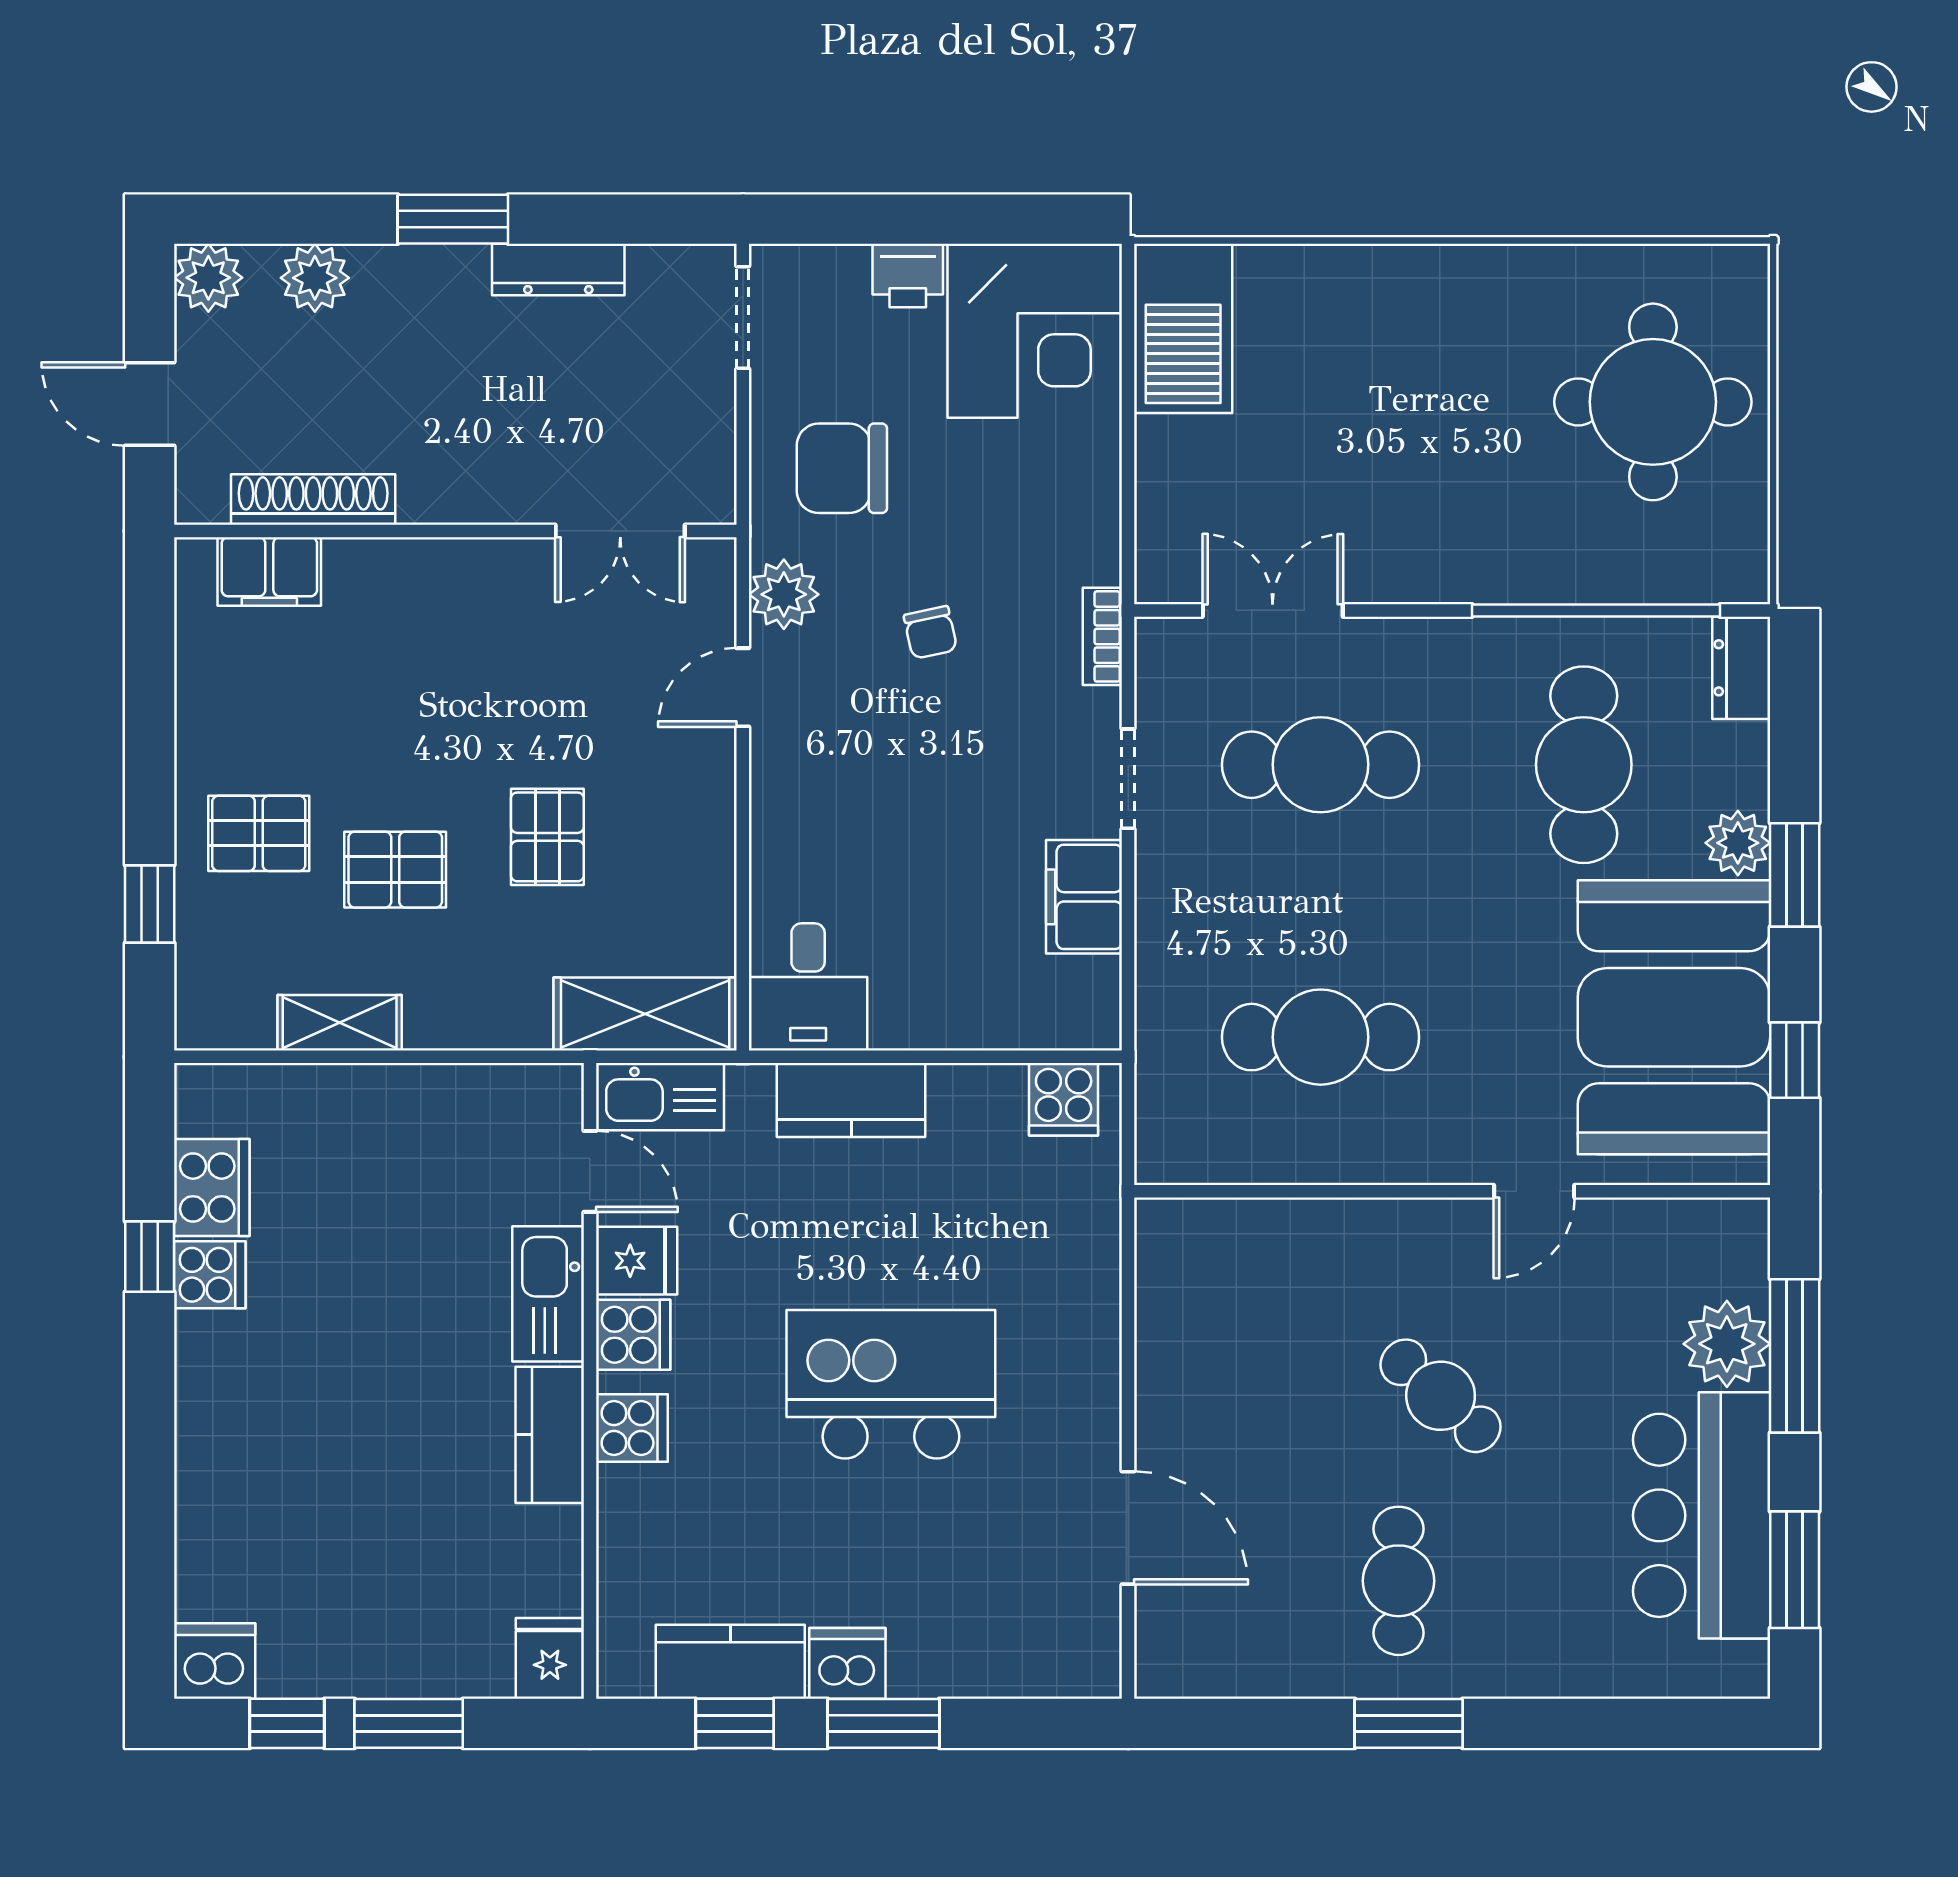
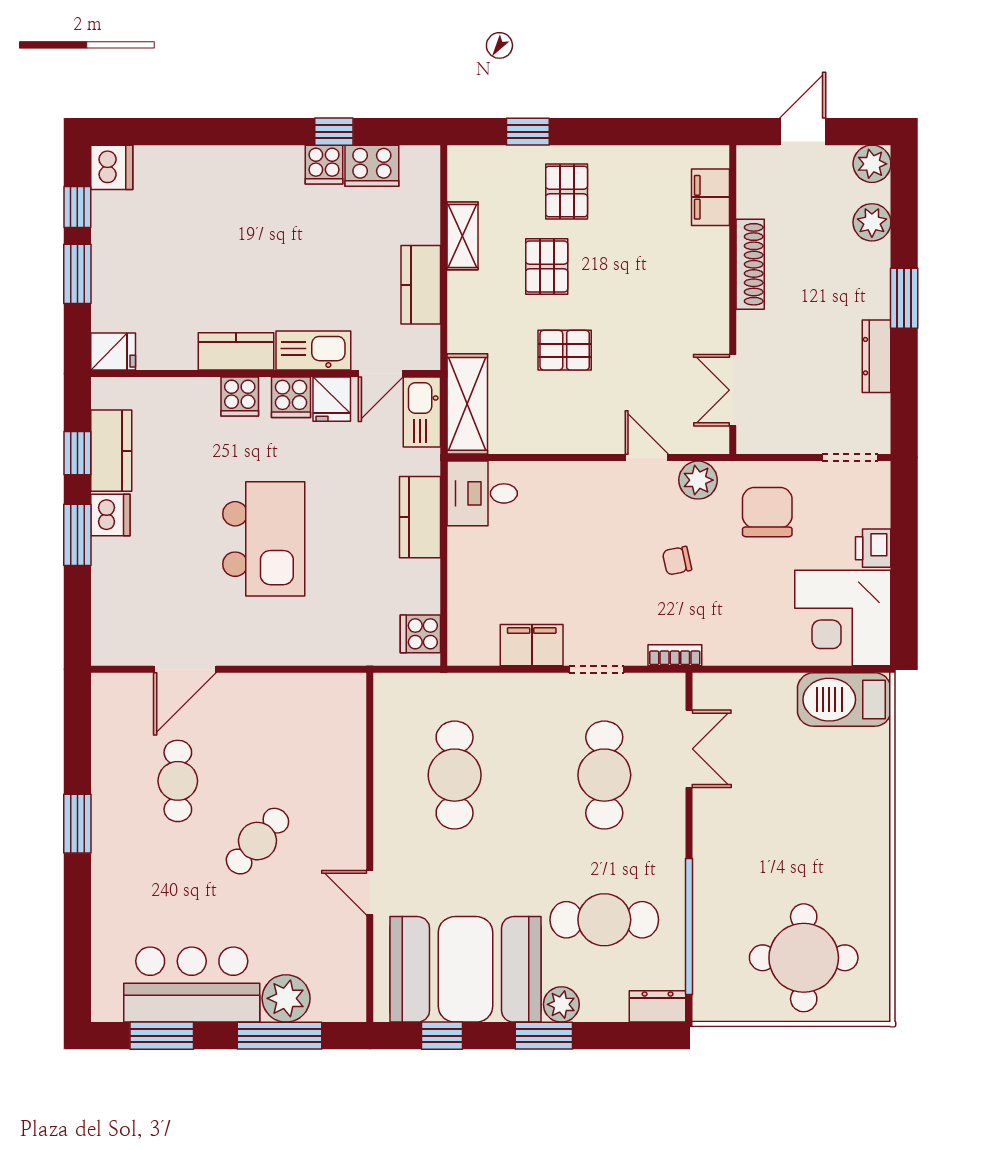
shoe rack: (313, 500) -> (750, 264), moved
kitchen counter: (428, 1099) -> (421, 285), added
cafe table: (1399, 1581) -> (178, 781), moved, turned 90

